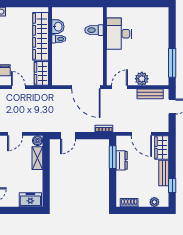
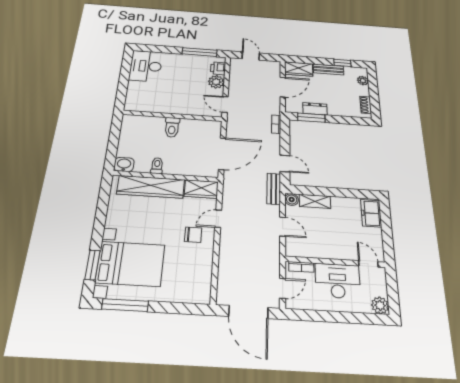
washbasin: (58, 27) -> (124, 164), moved
toilet: (94, 30) -> (172, 127), moved
desk: (119, 34) -> (146, 66), moved, turned 90
printer: (156, 80) -> (218, 68), added
door: (86, 87) -> (222, 154), moved
bench: (150, 94) -> (274, 189), moved

